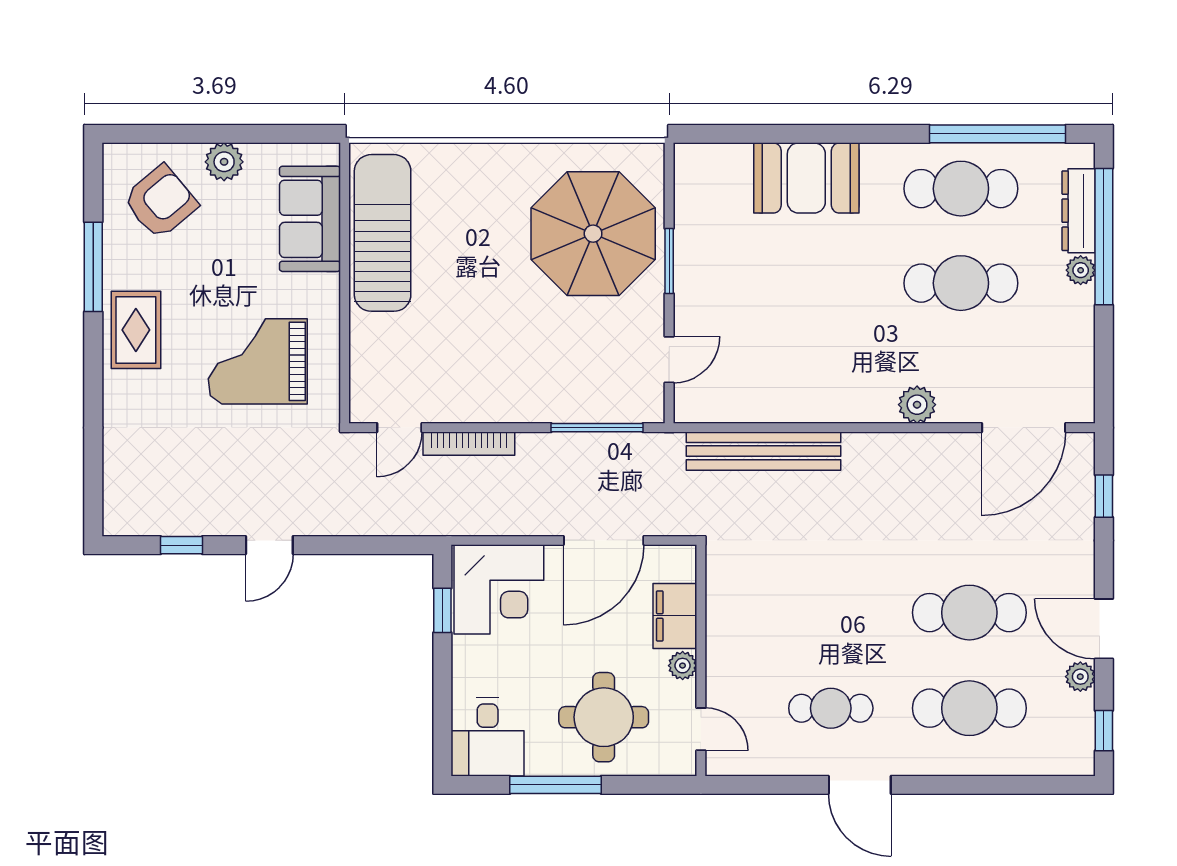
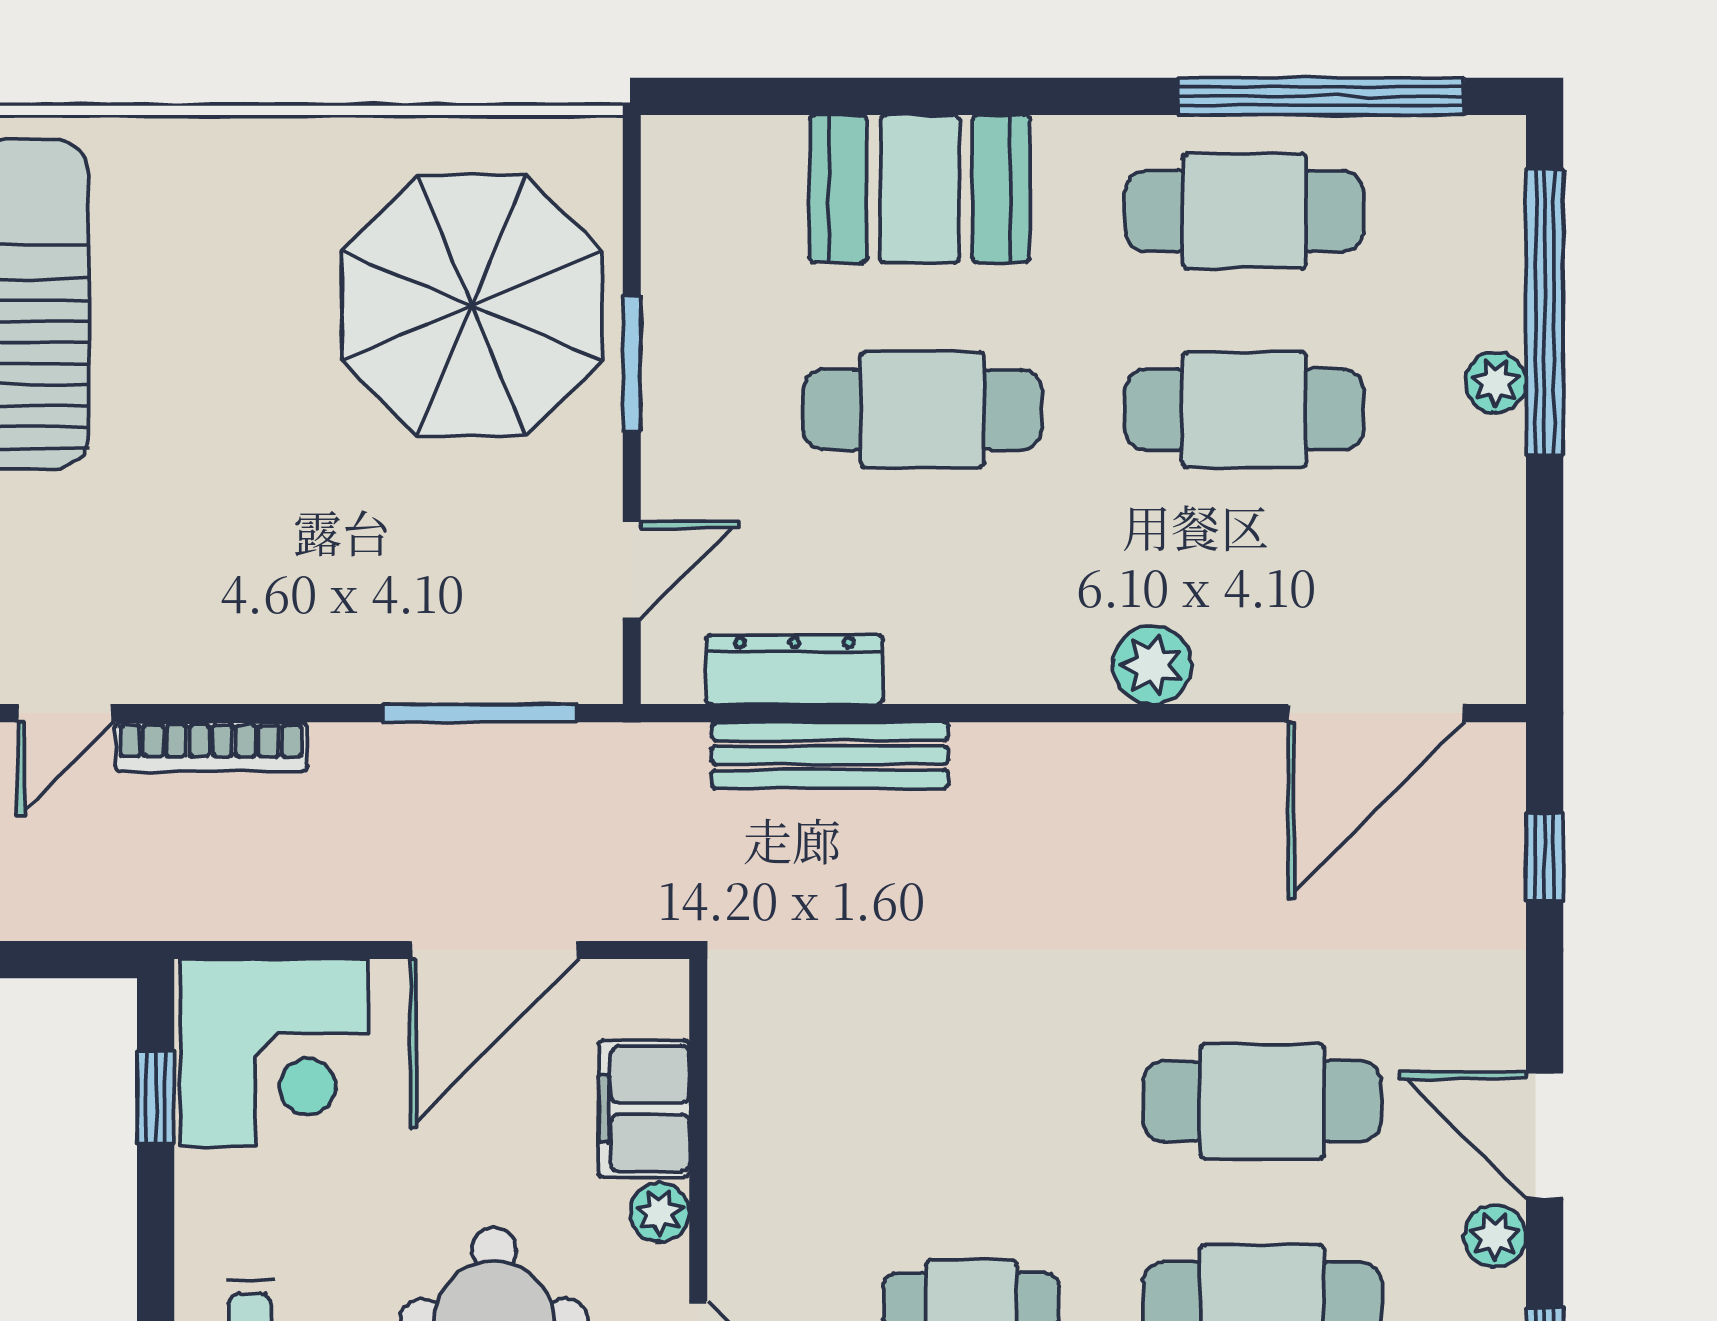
dresser: (1079, 211) -> (794, 670), moved, turned 90
cafe table: (808, 283) -> (922, 410), added
bench: (764, 451) -> (830, 755), width x0.73, depth x0.82

